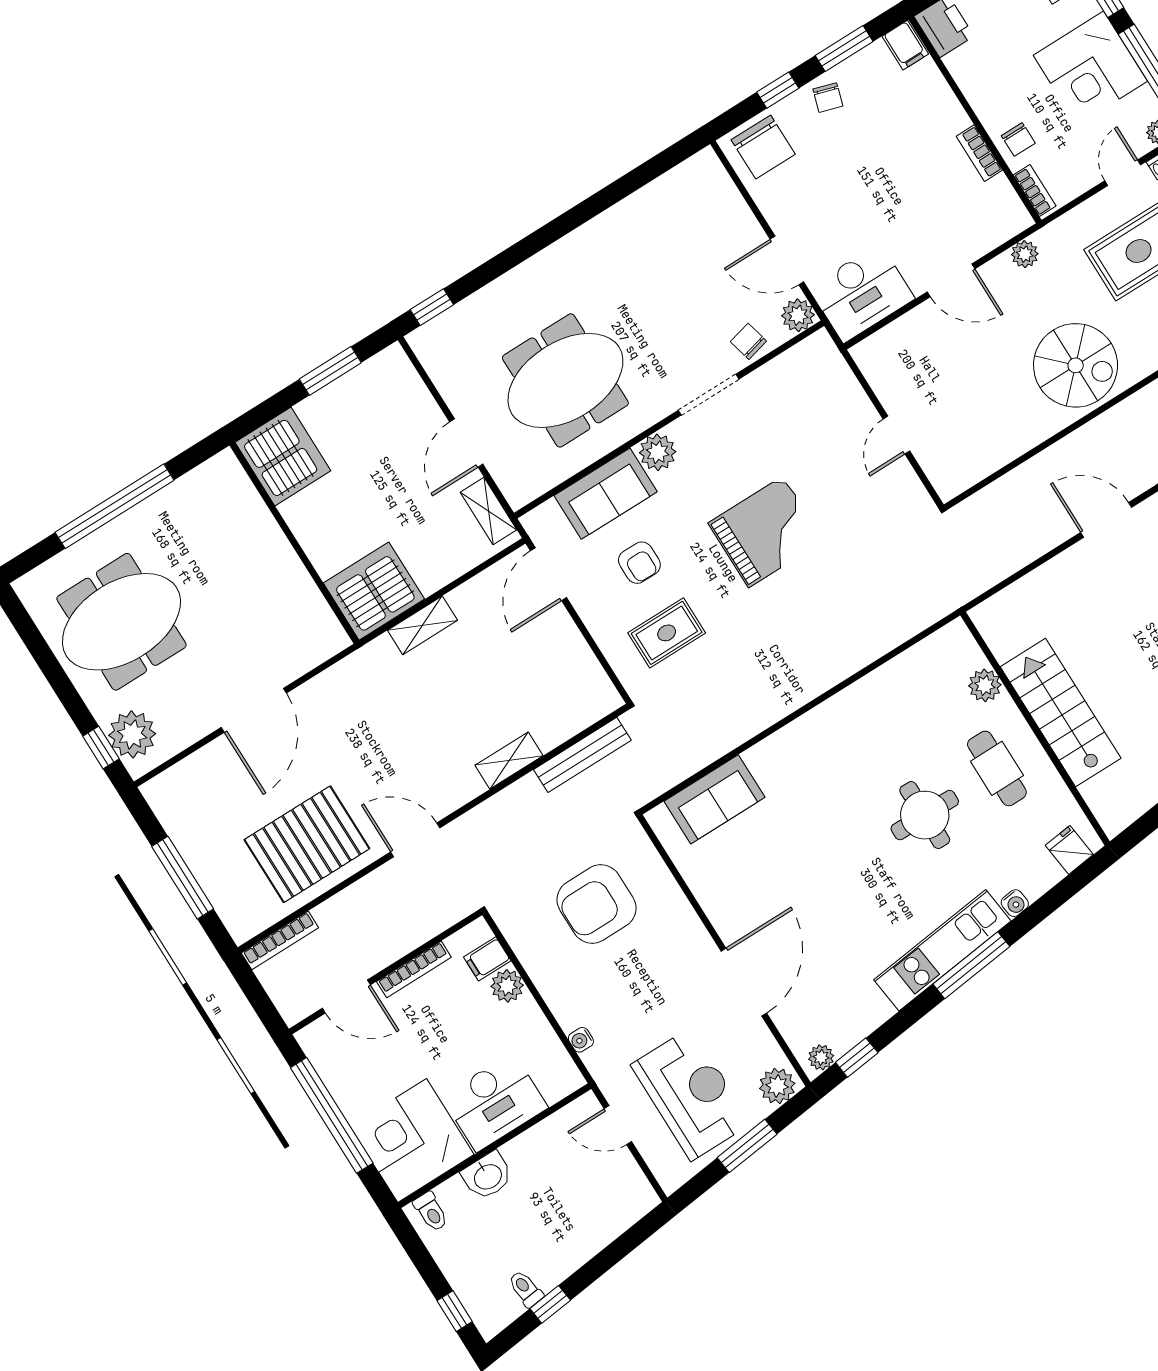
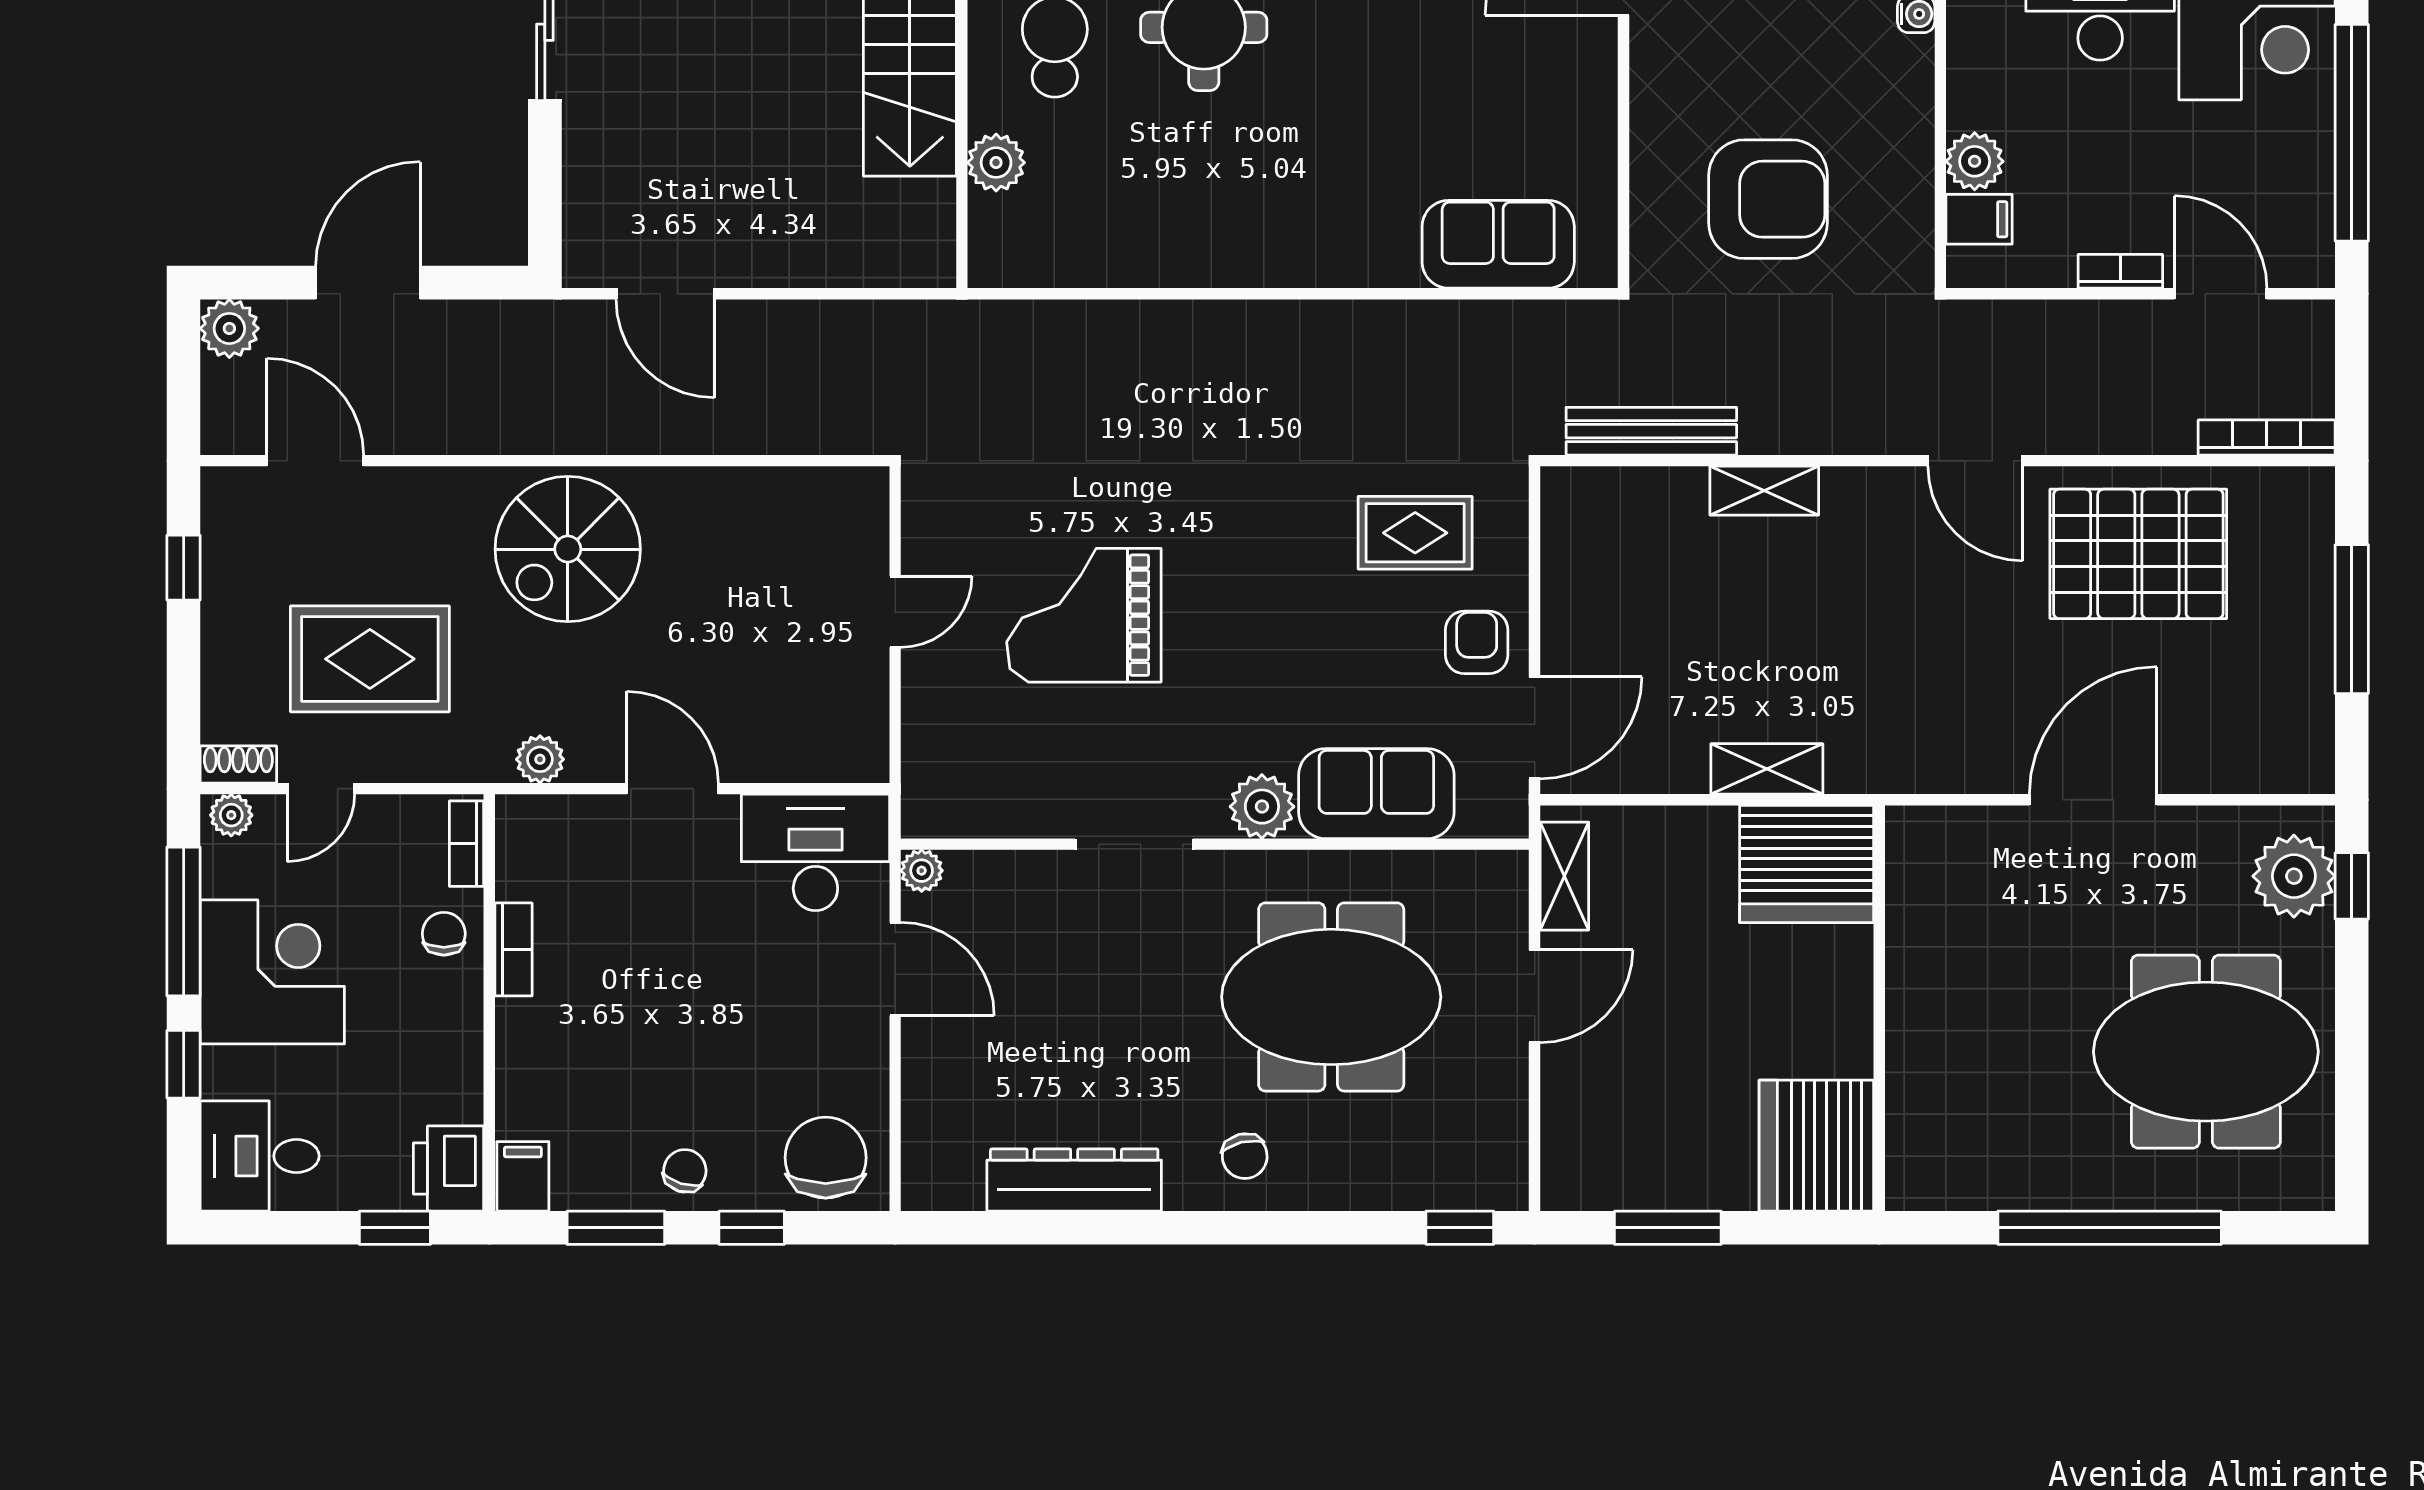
dresser: (635, 212) -> (1074, 1180), added
plant: (798, 315) -> (922, 871), width x0.73, depth x0.73
chair: (748, 341) -> (1245, 1156), moved
spiral stairs: (1076, 365) -> (568, 549), turned -90
grand piano: (766, 532) -> (1084, 615), moved
armchair: (639, 563) -> (1477, 642), moved
bookcase: (414, 969) -> (2120, 271), width x0.64

